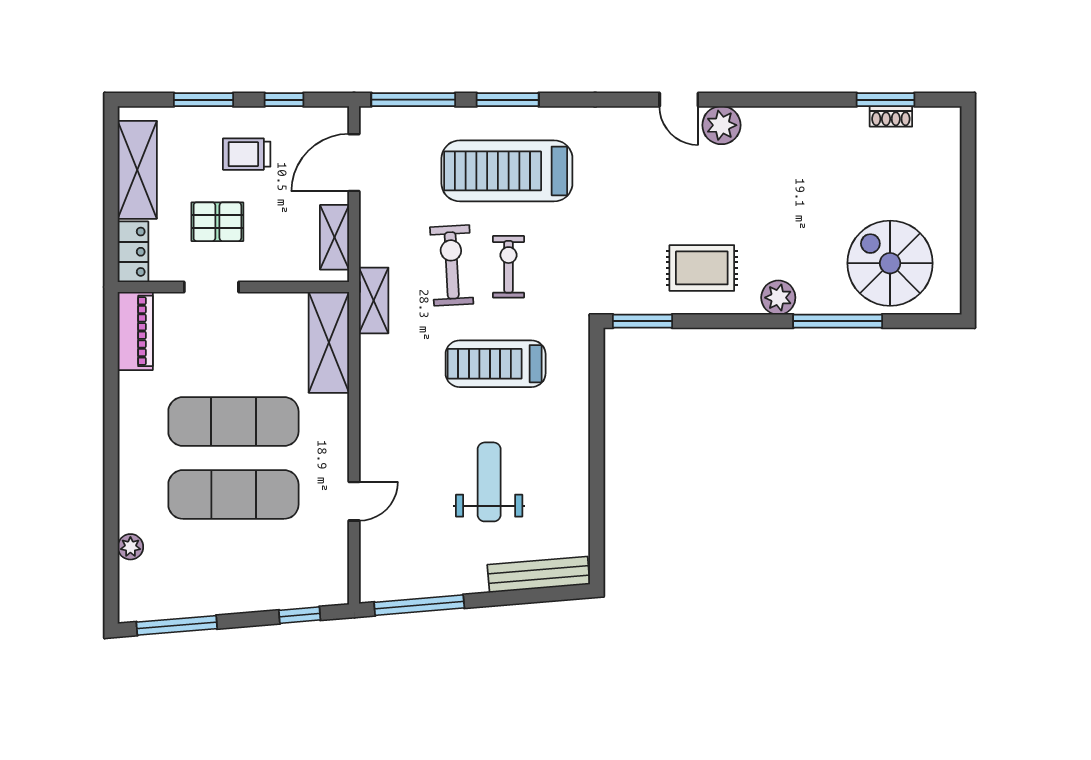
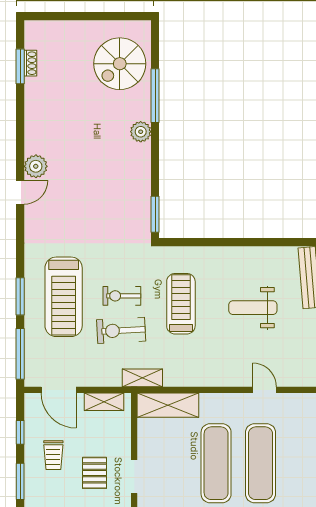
rug: (702, 268) -> (123, 178), removed
treadmill: (496, 364) -> (181, 304), turned 180

